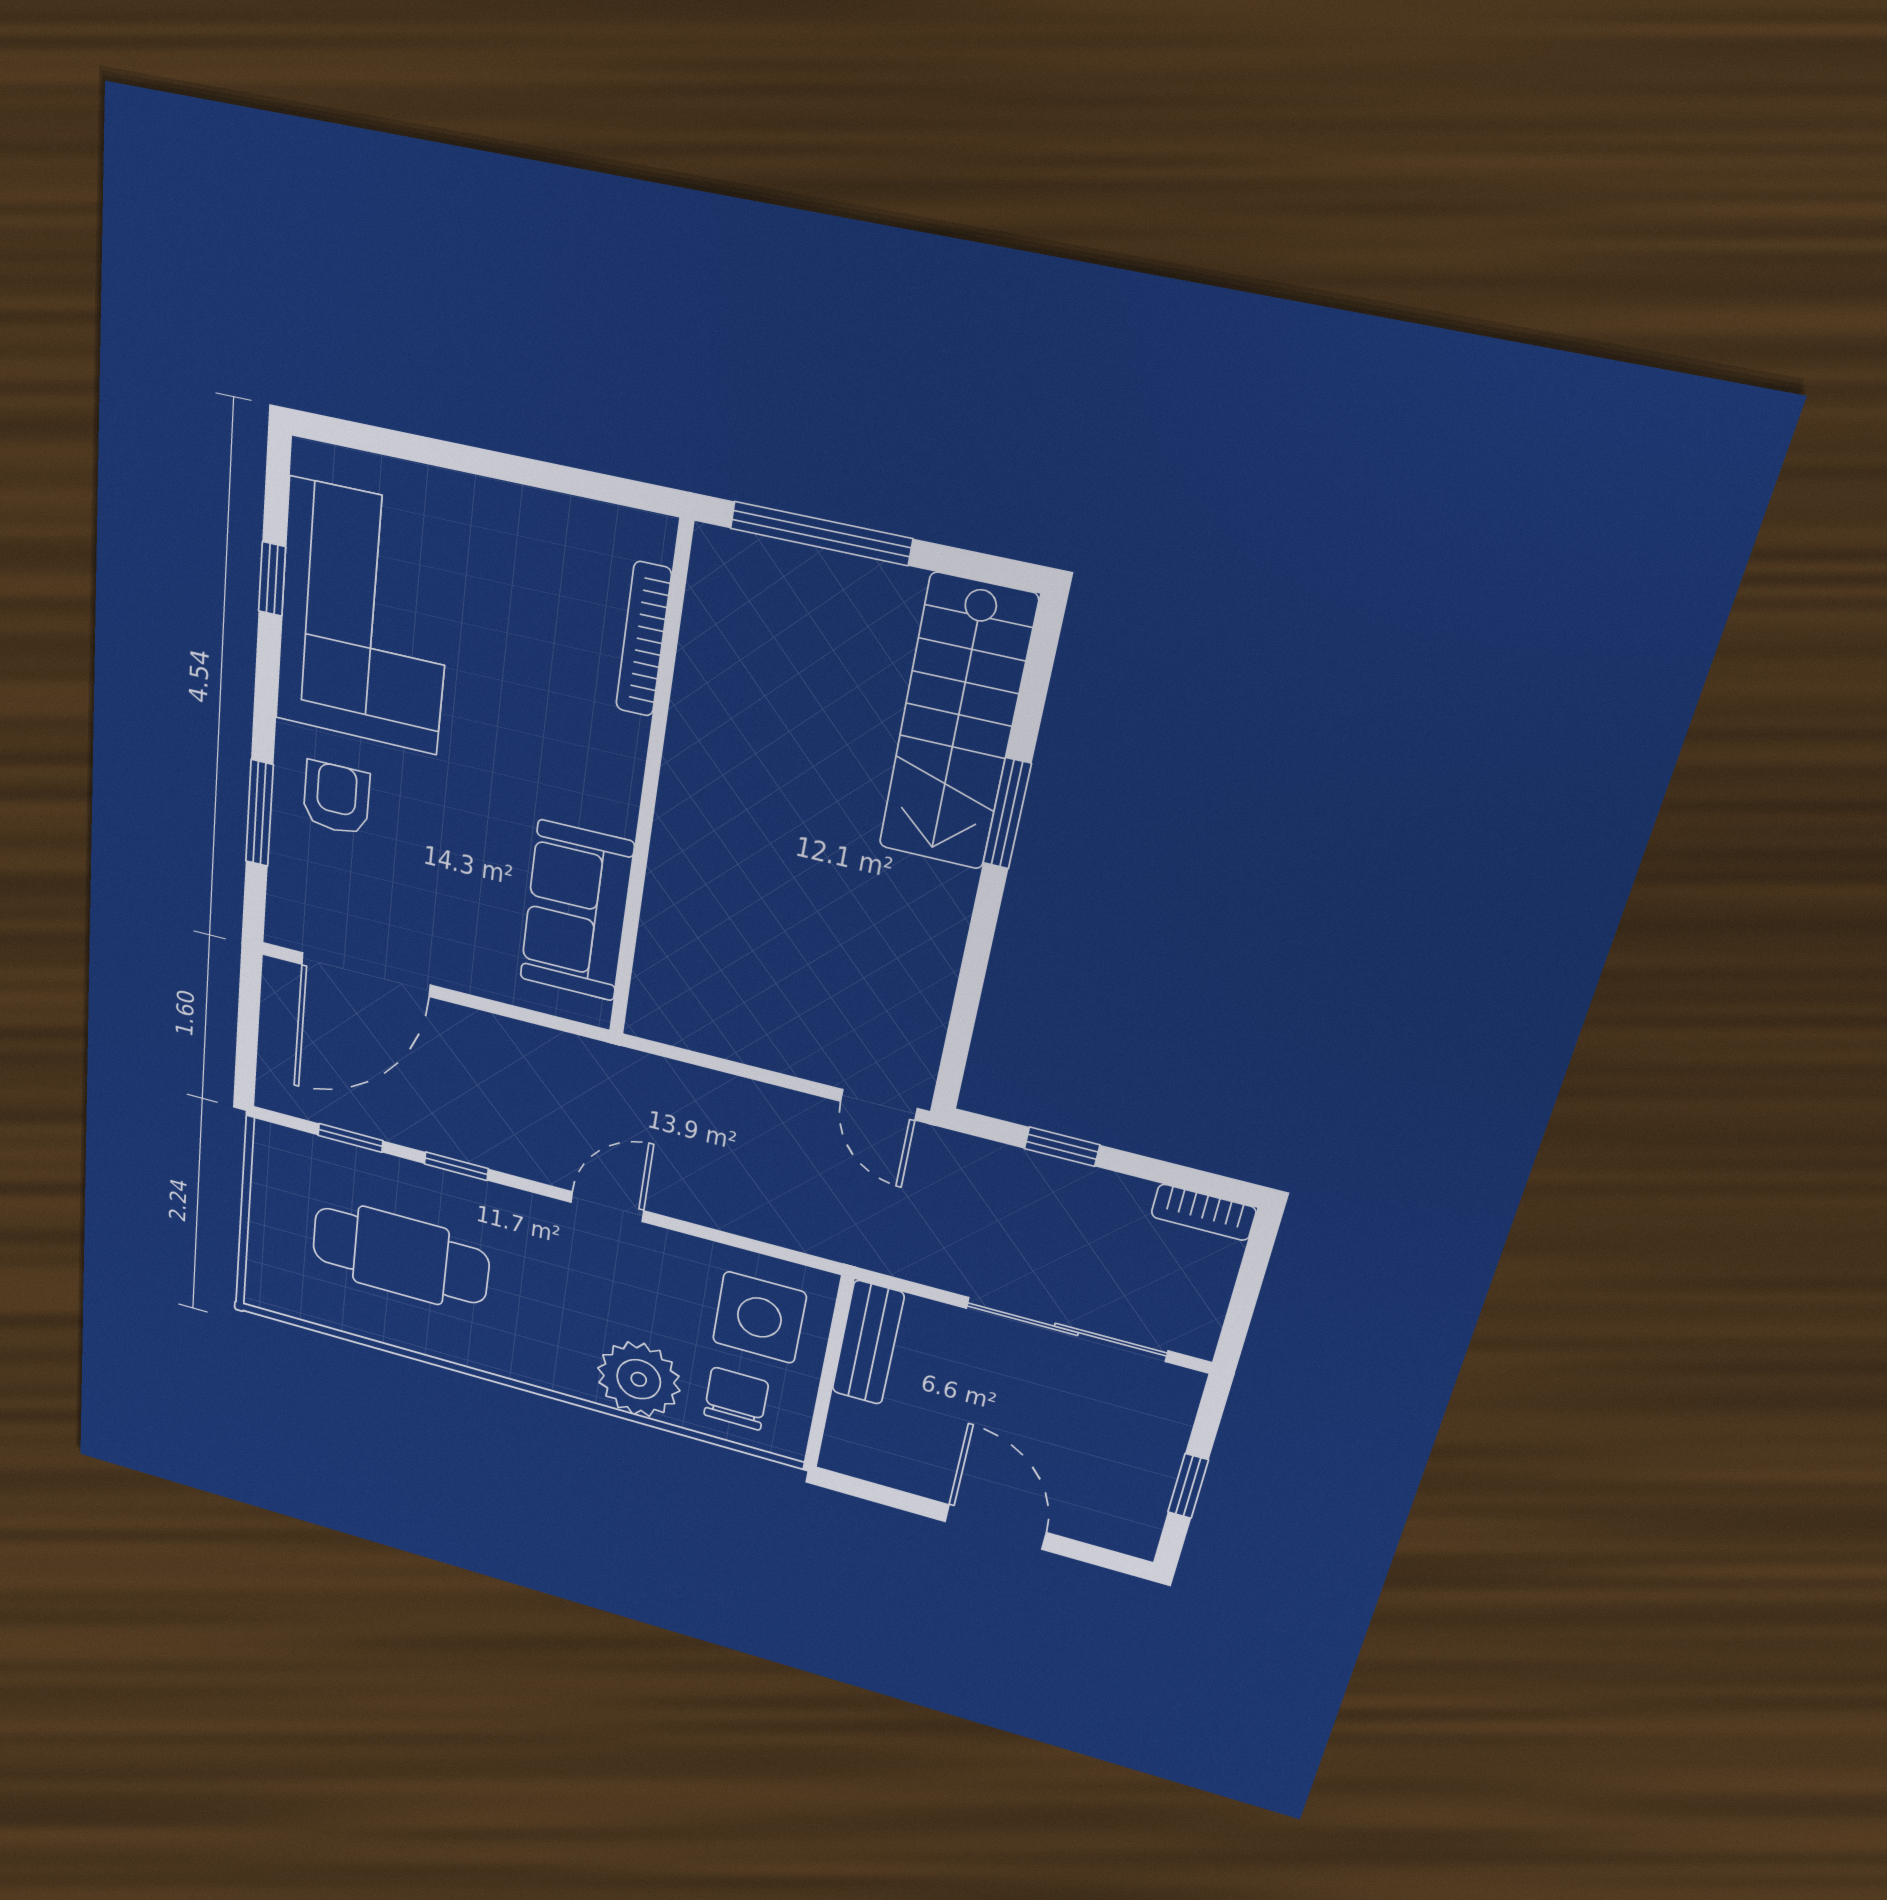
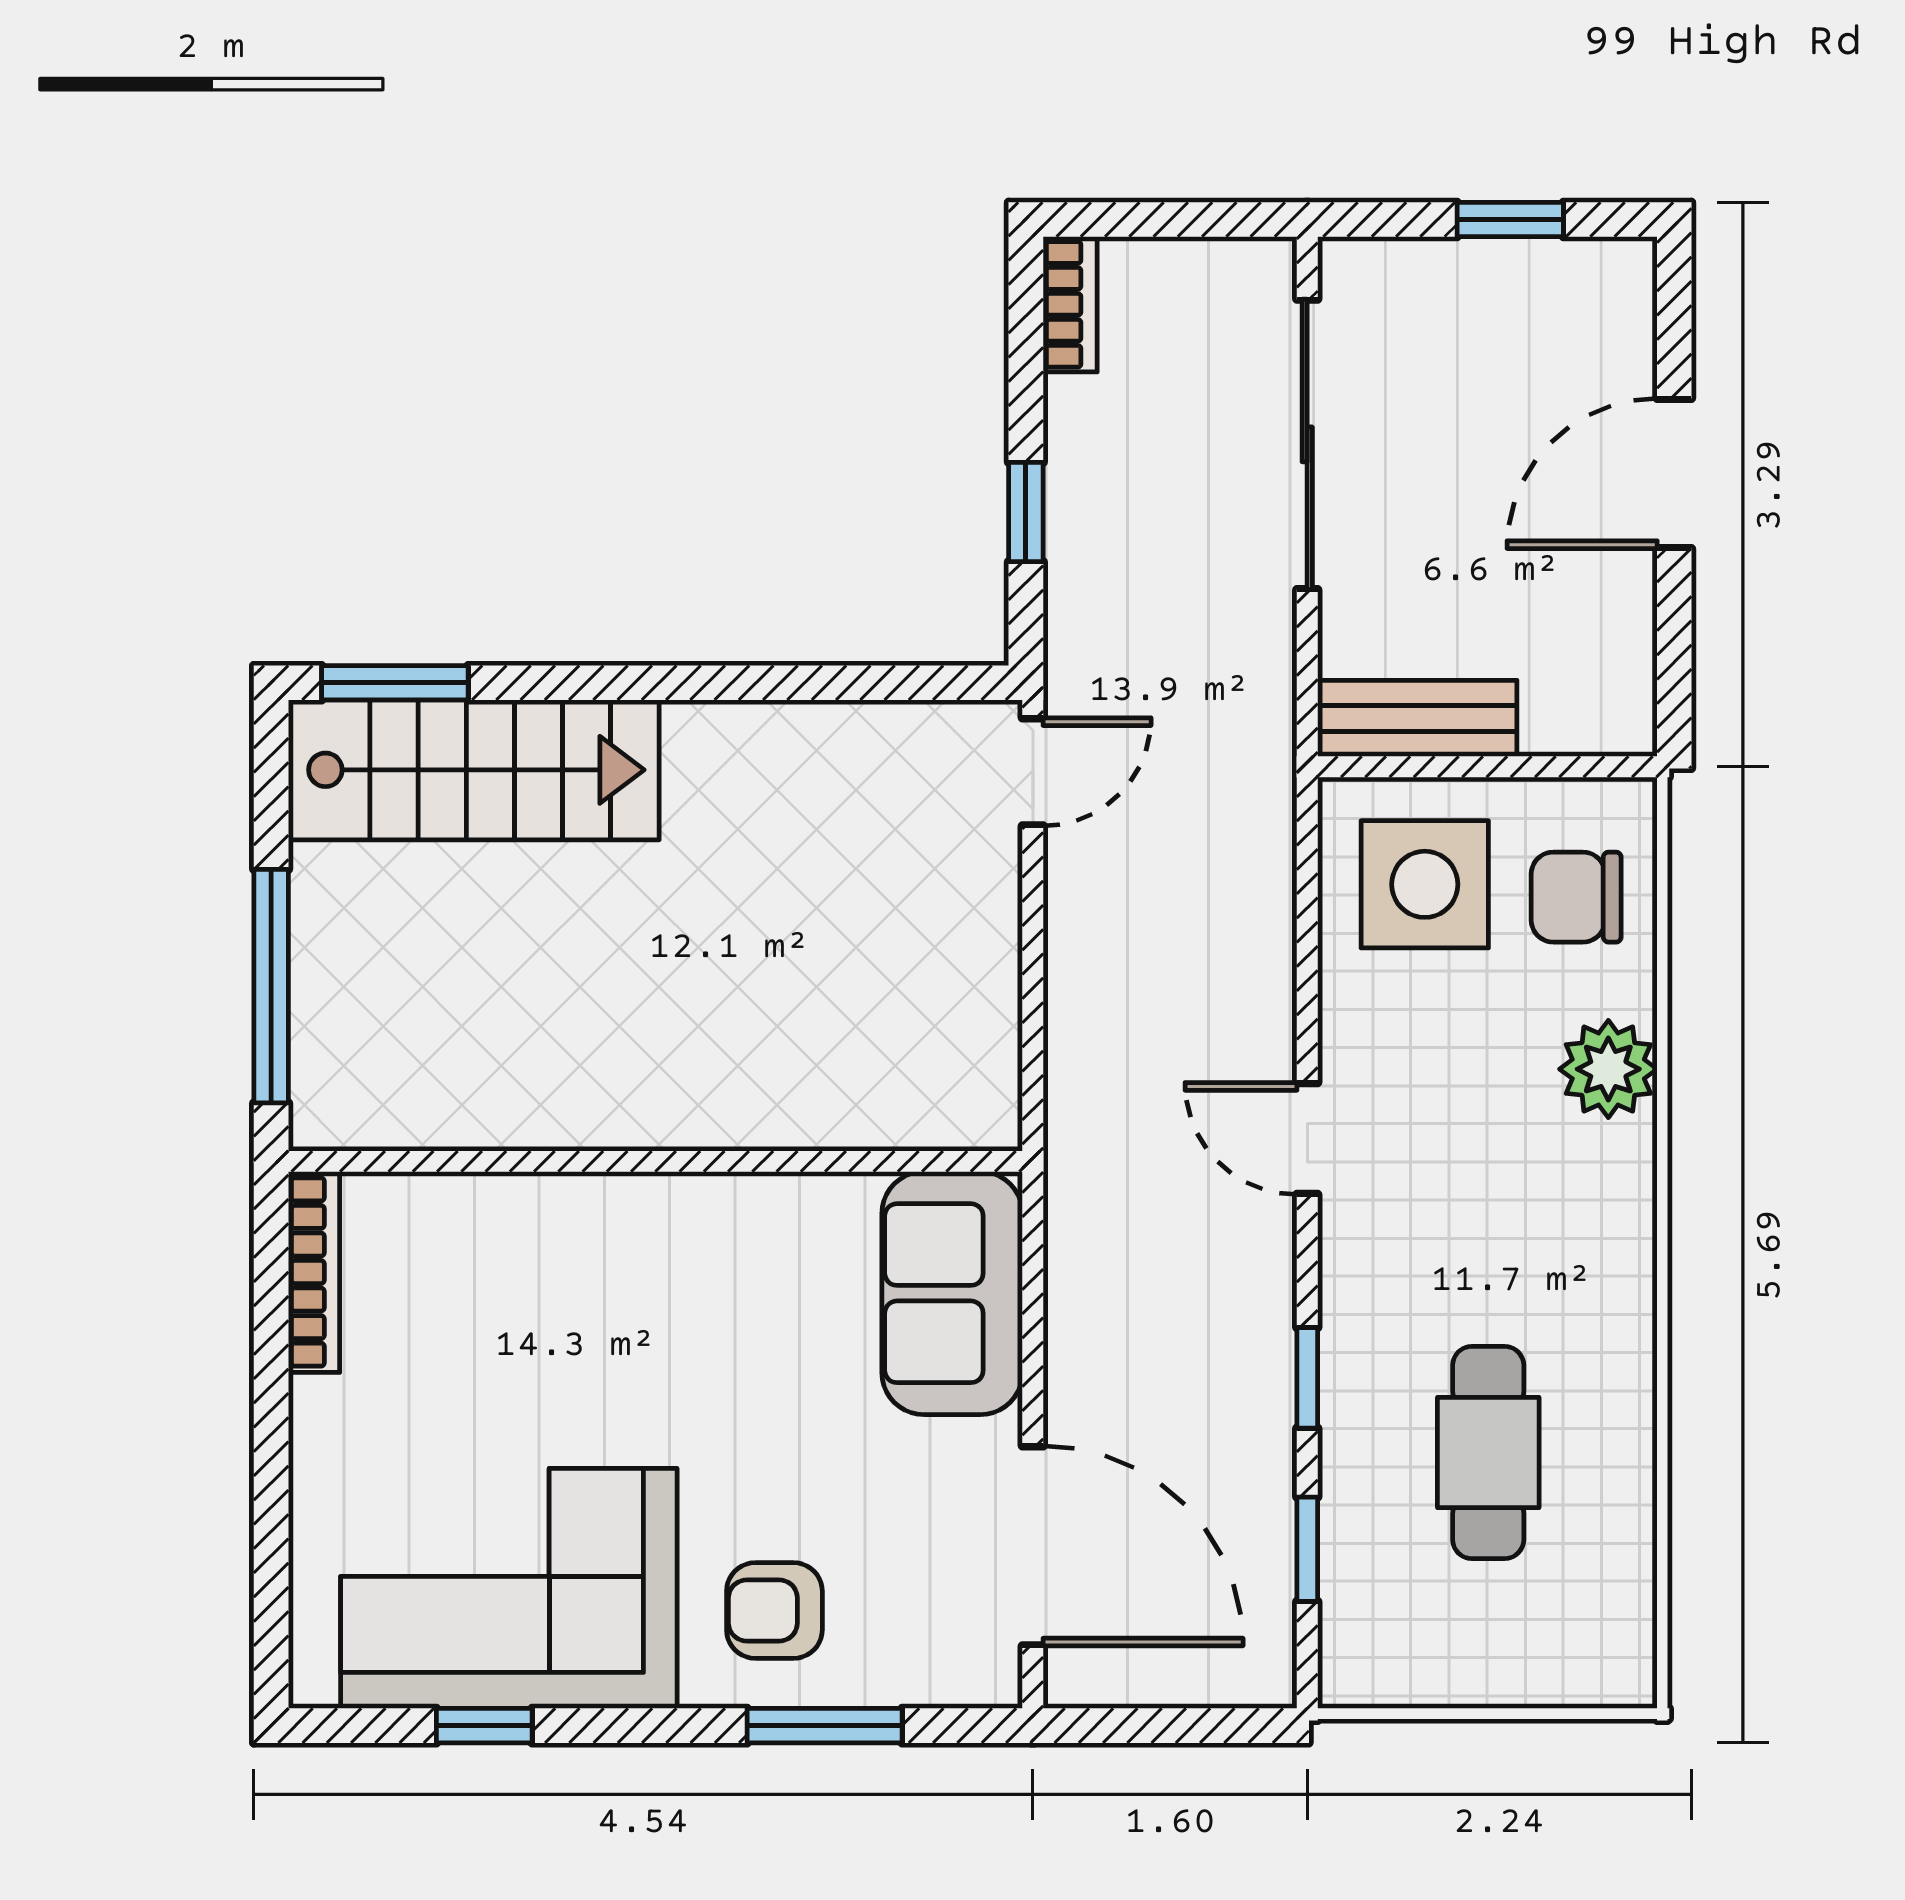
bookcase: (643, 639) -> (314, 1272), moved, turned -90
window: (1007, 814) -> (395, 683), moved
sofa: (576, 911) -> (952, 1293), moved, turned 90
cafe table: (400, 1256) -> (1488, 1452), width x0.73, depth x0.74
plant: (639, 1379) -> (1608, 1069), width x0.73, depth x0.73

